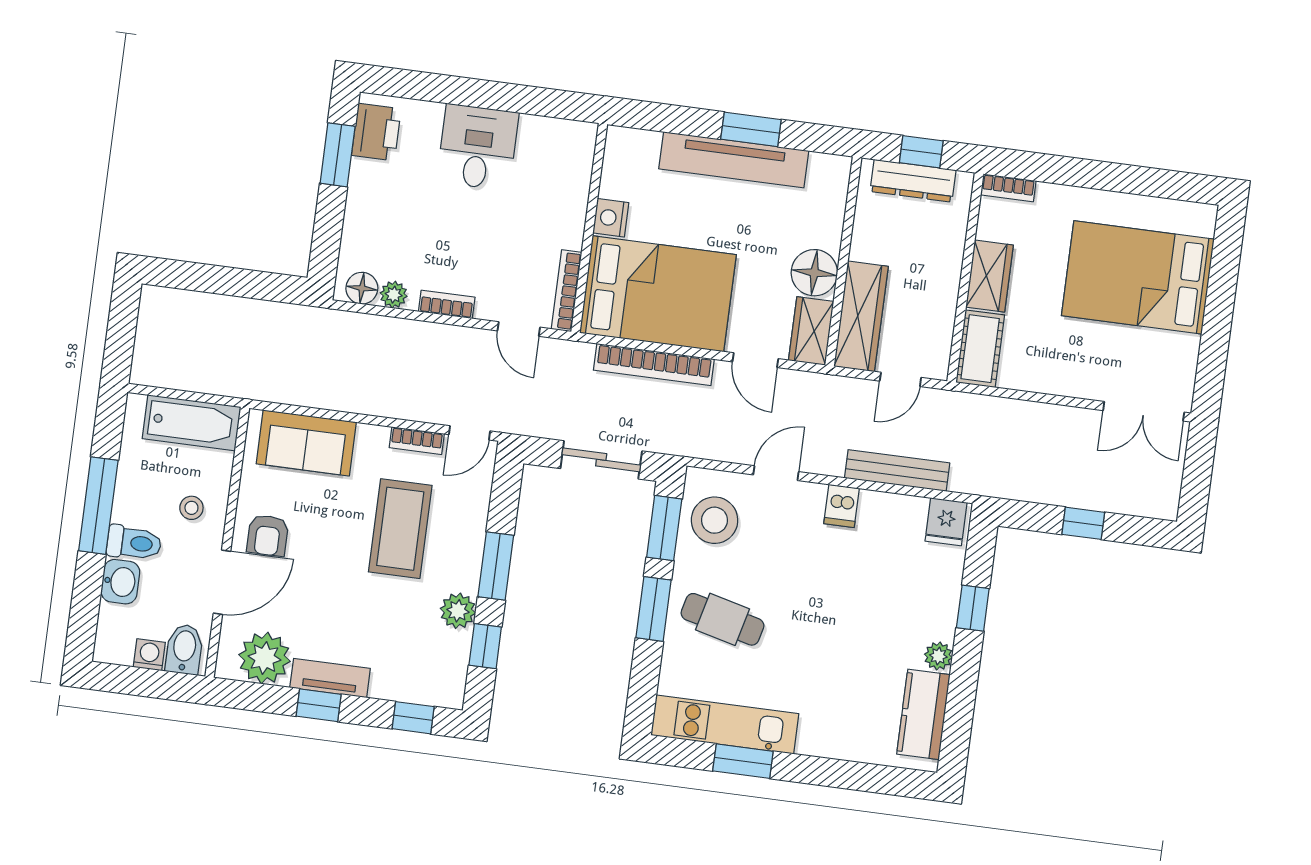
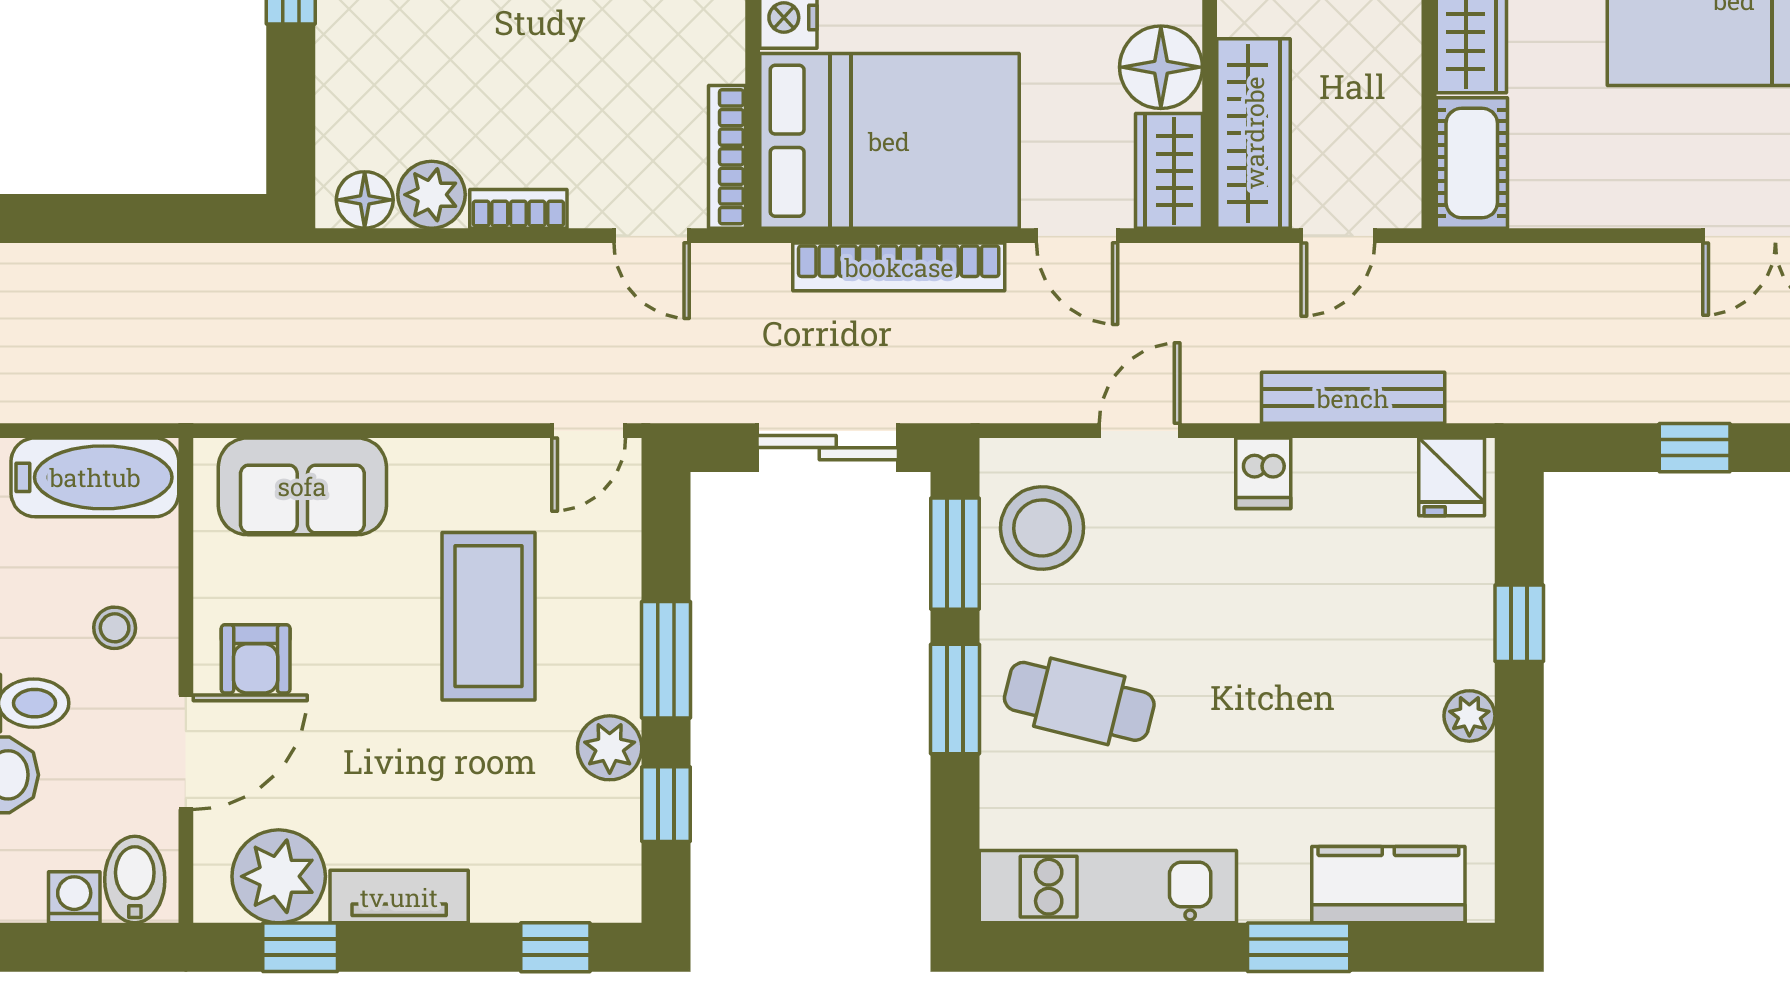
plant: (394, 295) -> (432, 195), width x1.38, depth x1.38
bookcase: (417, 441) -> (497, 457), removed
window: (319, 705) -> (300, 947), moved
kitchen counter: (923, 714) -> (1388, 885), moved, turned 90
window: (743, 761) -> (1299, 947), moved

